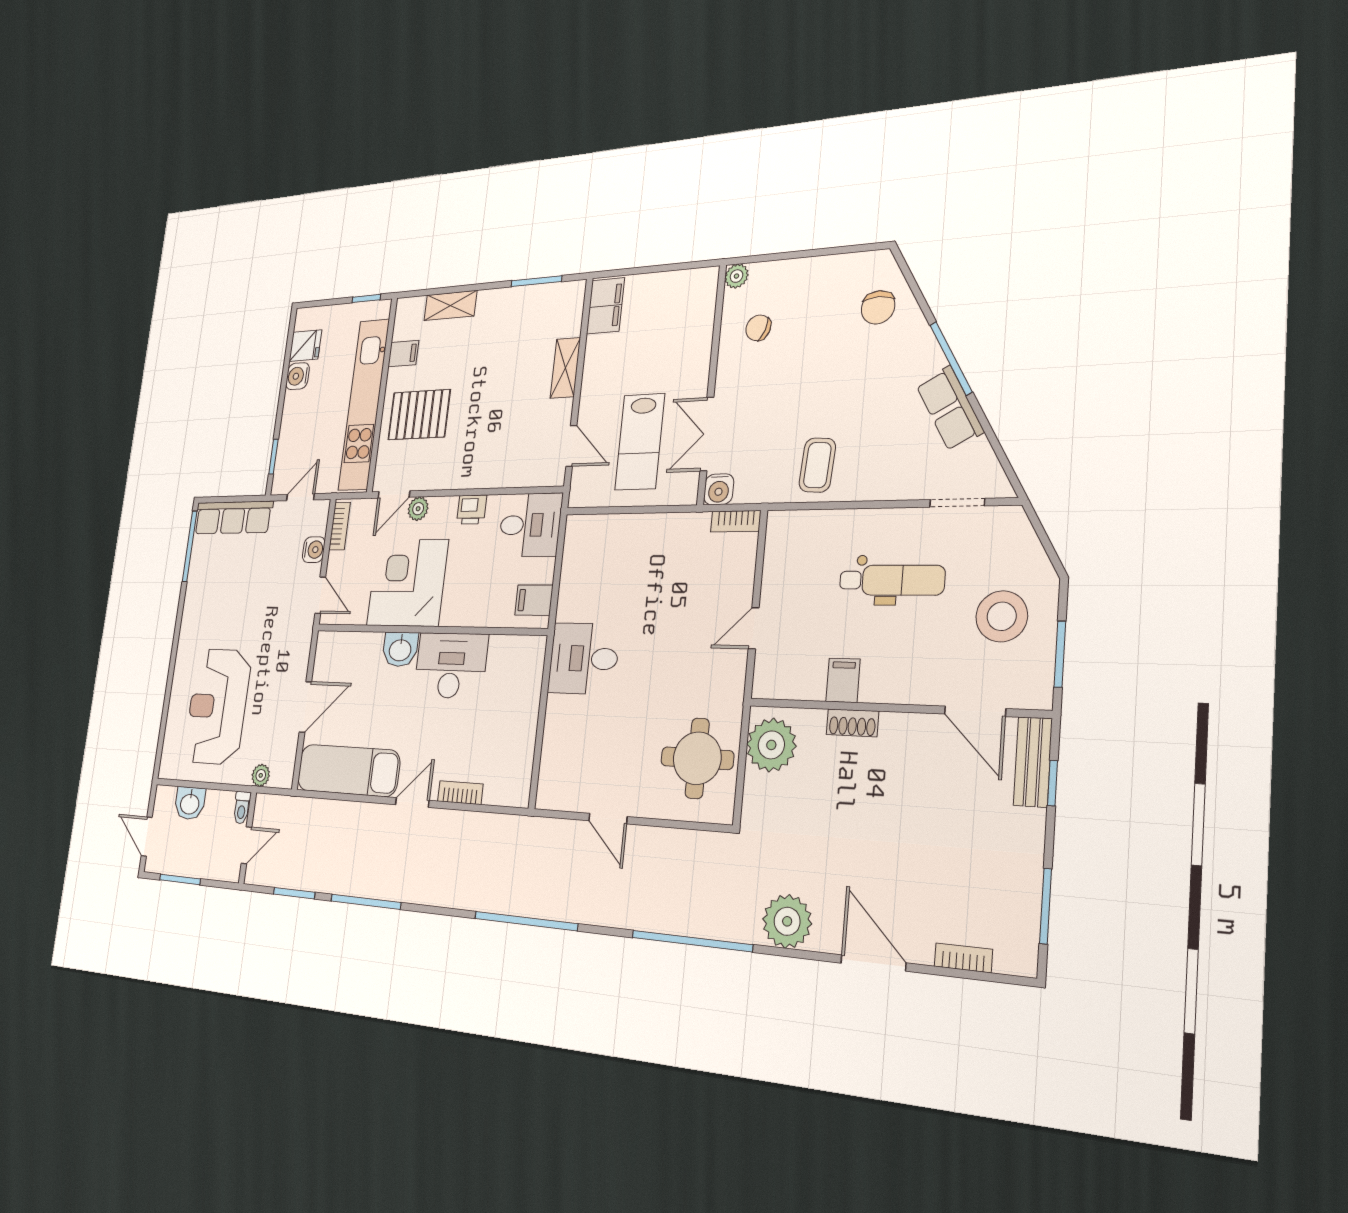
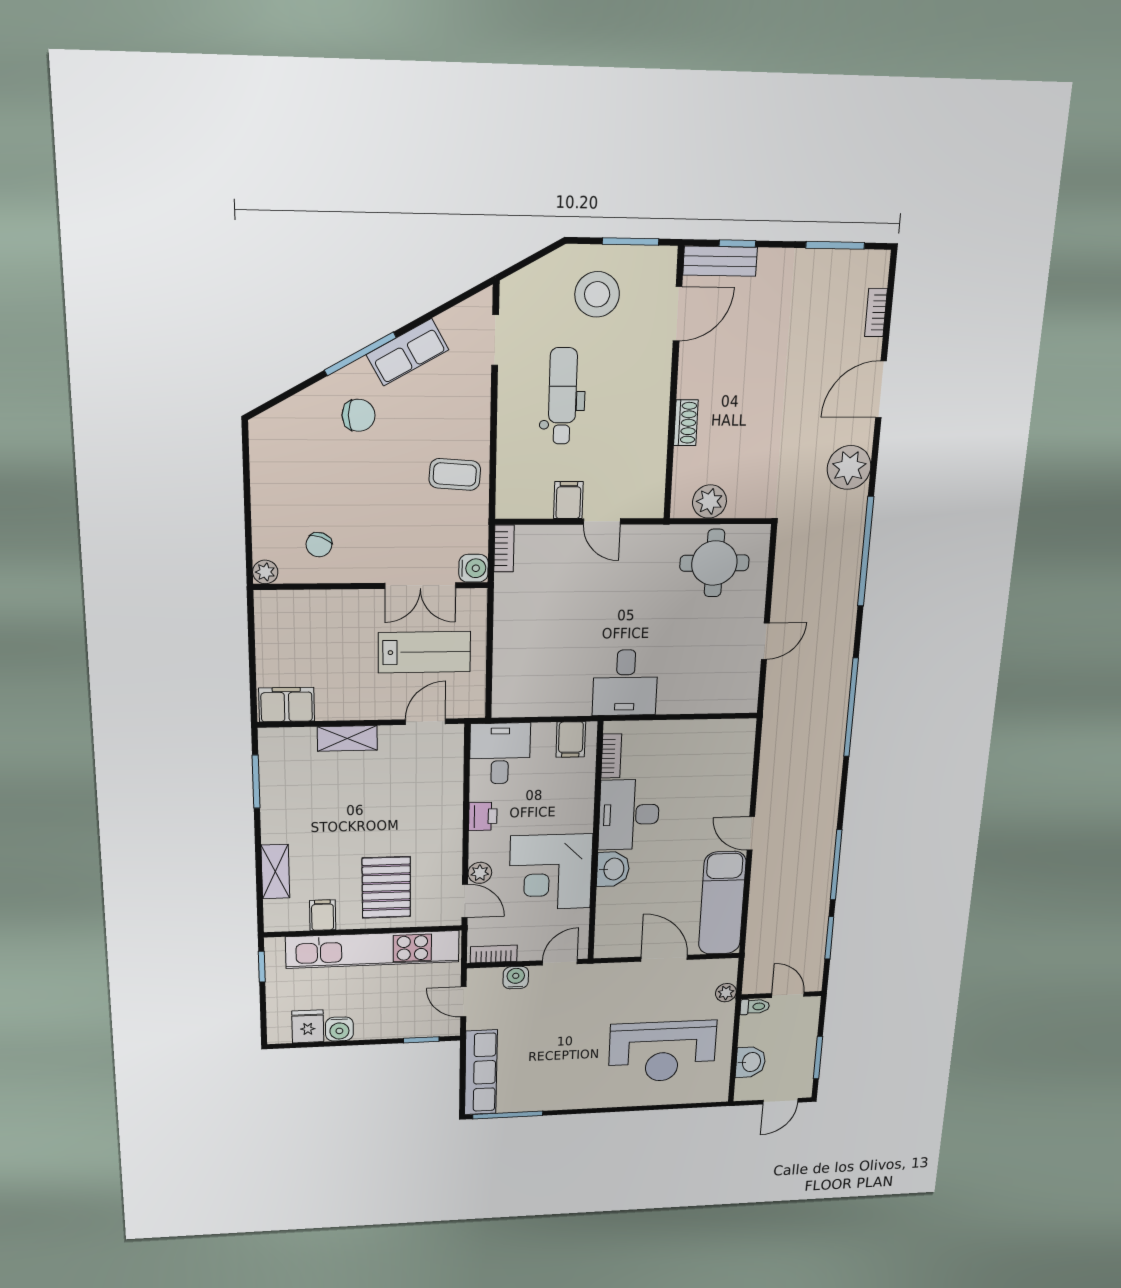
chair: (878, 307) -> (359, 415), moved
filing cabinet: (843, 680) -> (568, 500), moved, turned 90
plant: (771, 745) -> (709, 501), width x0.73, depth x0.73
bookcase: (460, 793) -> (611, 756), moved, turned 180

